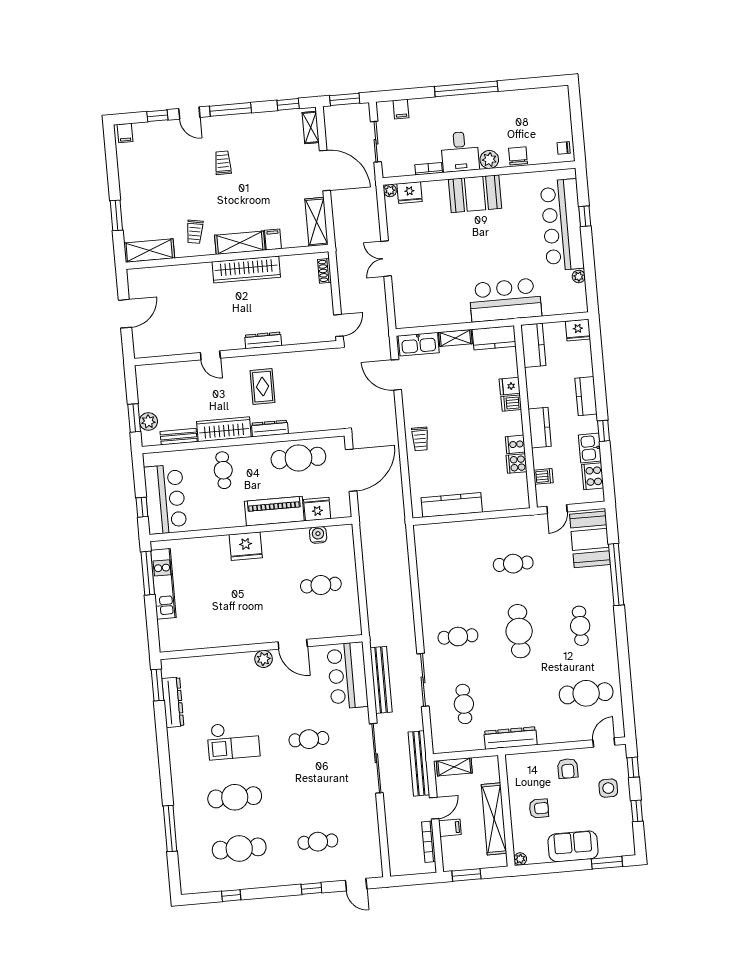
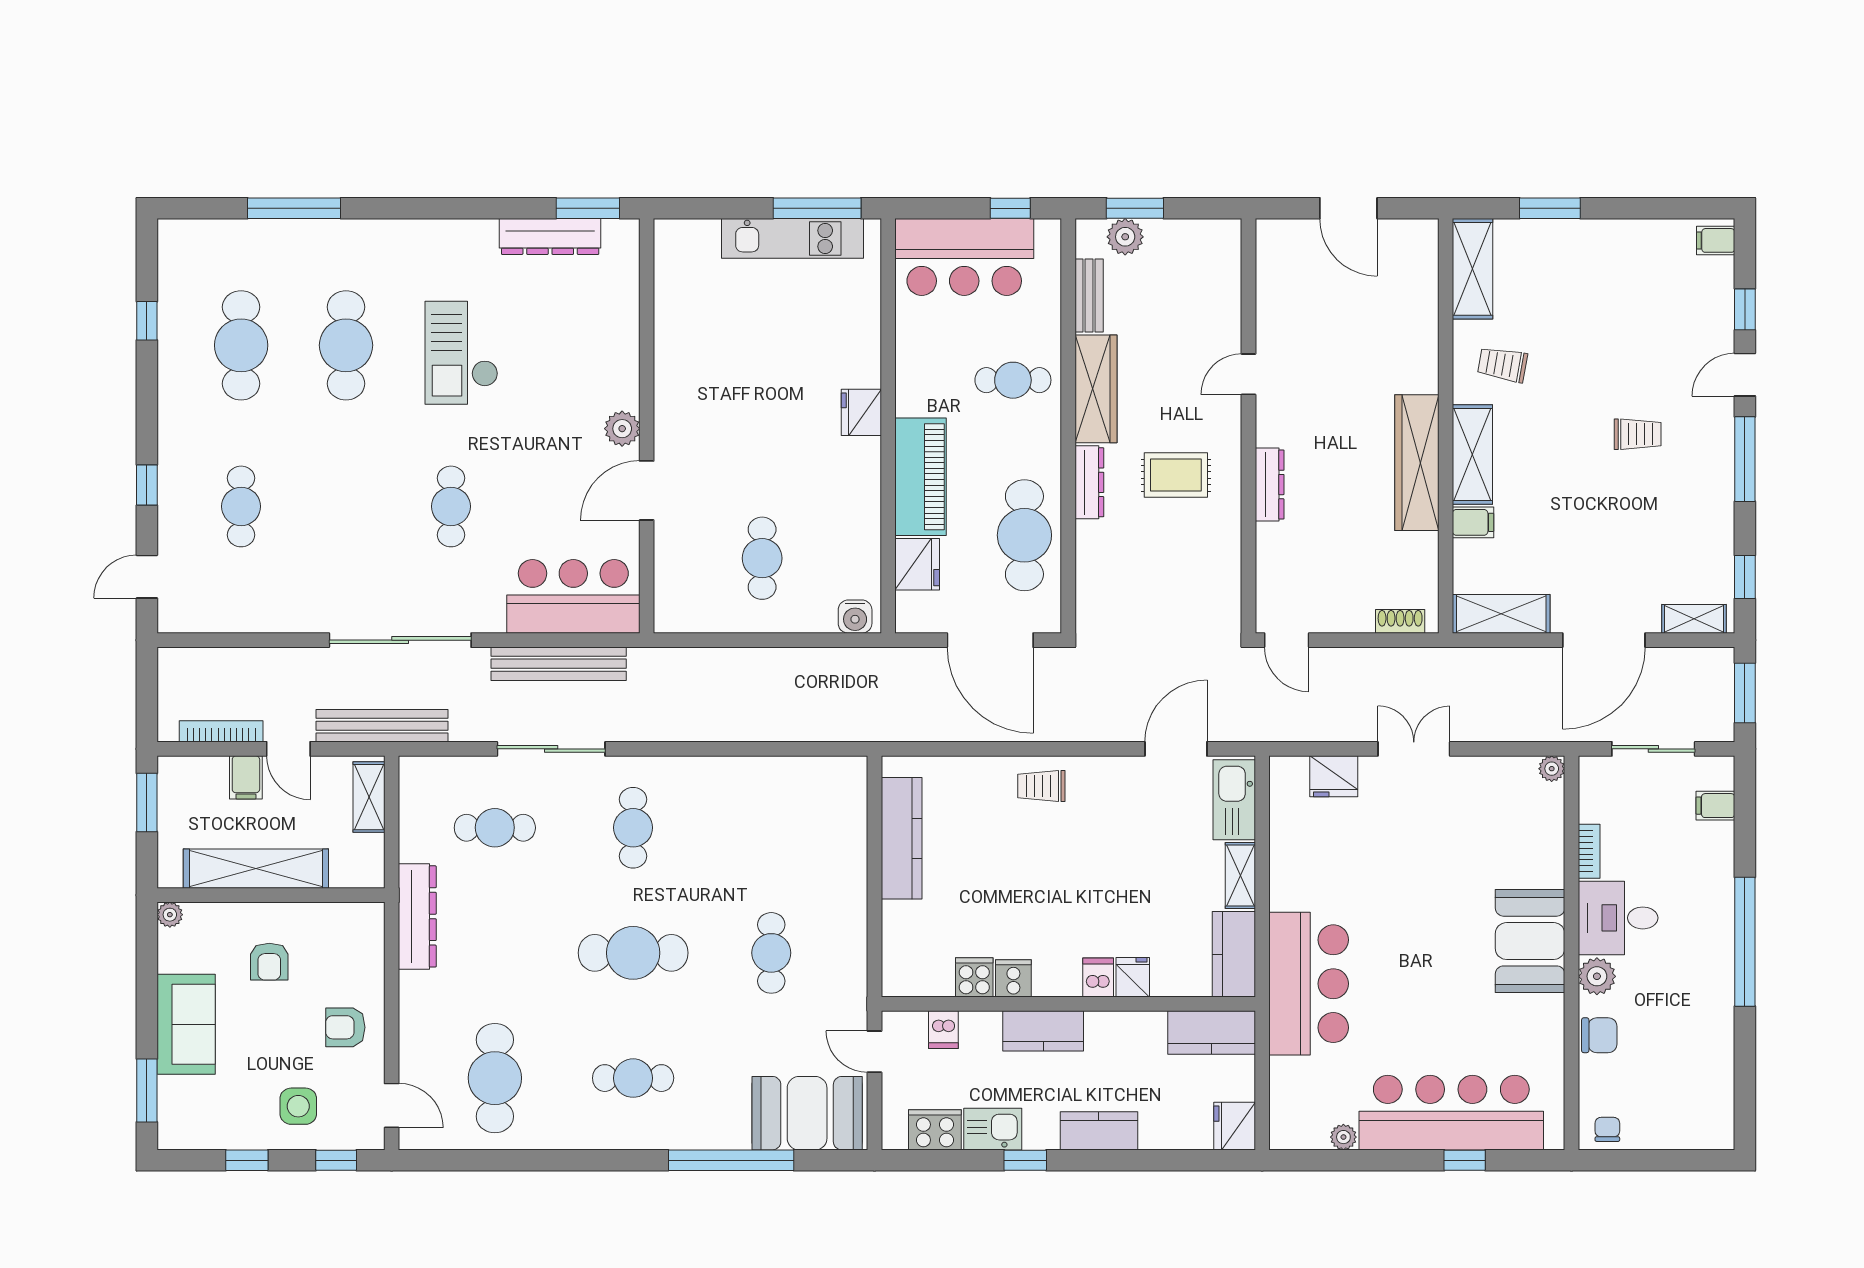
fridge: (410, 193) -> (1334, 776), moved, turned -90
window: (142, 507) -> (1010, 208), moved
water cooler: (318, 535) -> (855, 617), moved, turned 90
fridge: (246, 546) -> (861, 412), width x0.73, depth x0.75

